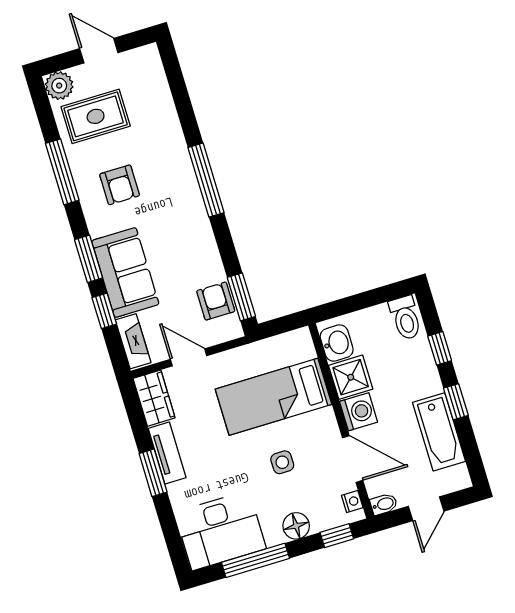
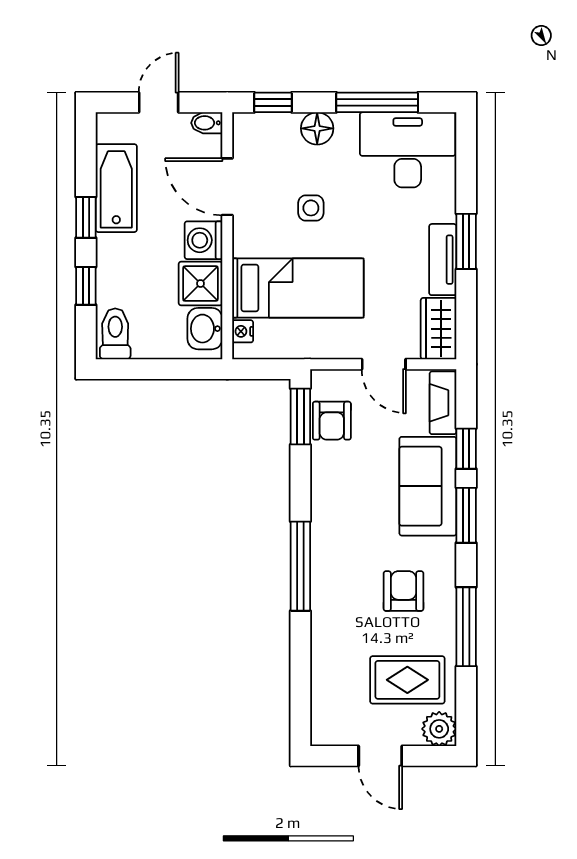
nightstand: (352, 501) -> (243, 331), moved

